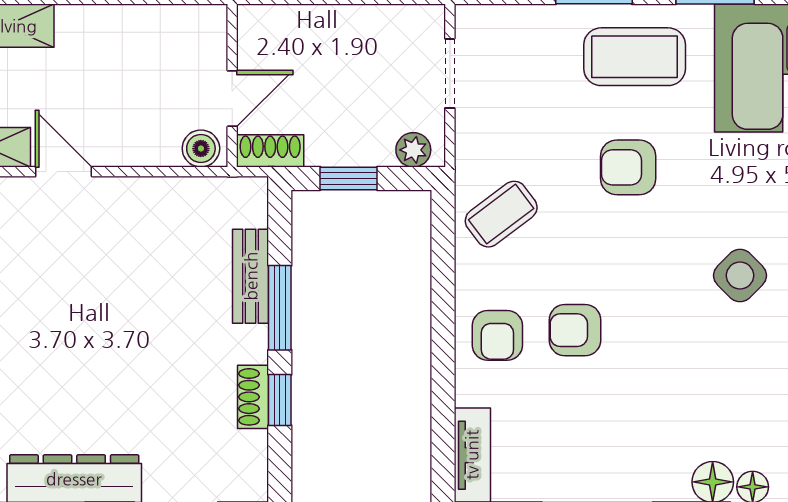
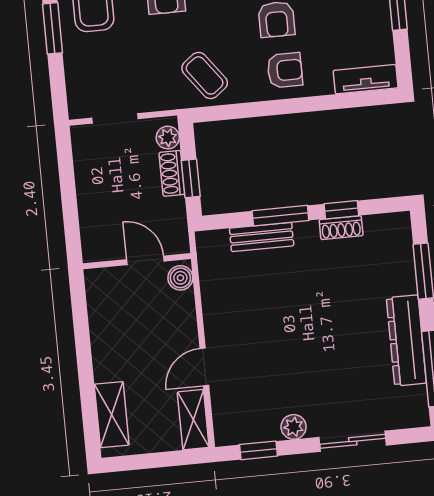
shoe rack: (270, 151) -> (172, 173), moved

